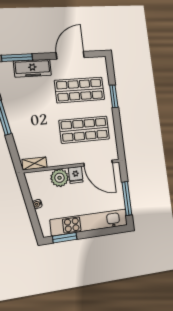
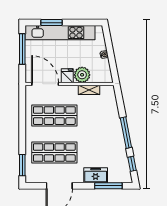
freezer: (32, 68) -> (96, 175), width x0.71
window: (114, 96) -> (22, 165), moved
shelving: (35, 163) -> (89, 90), moved
window: (65, 238) -> (52, 23), moved

